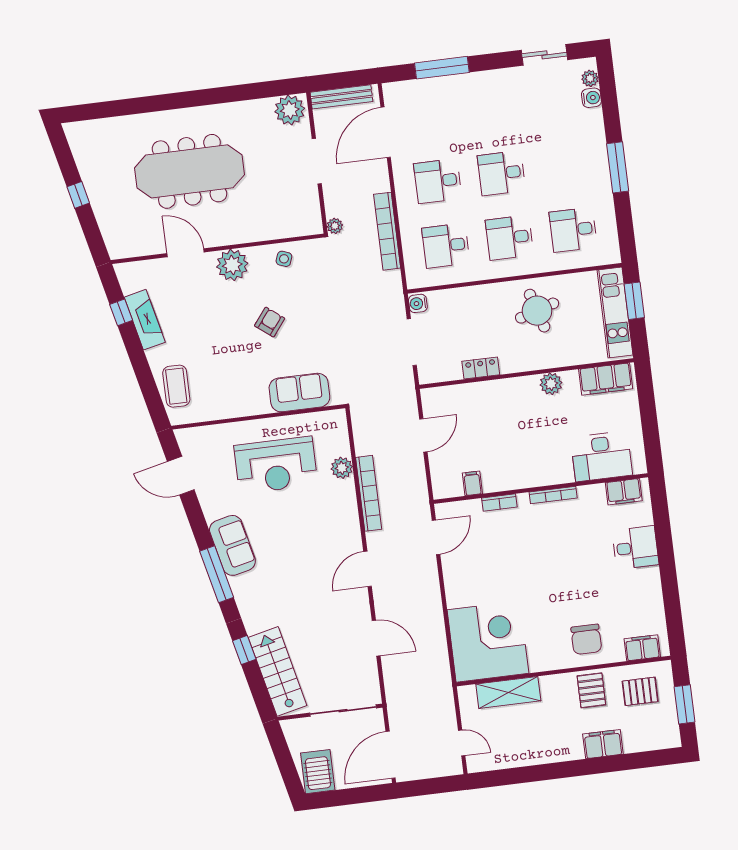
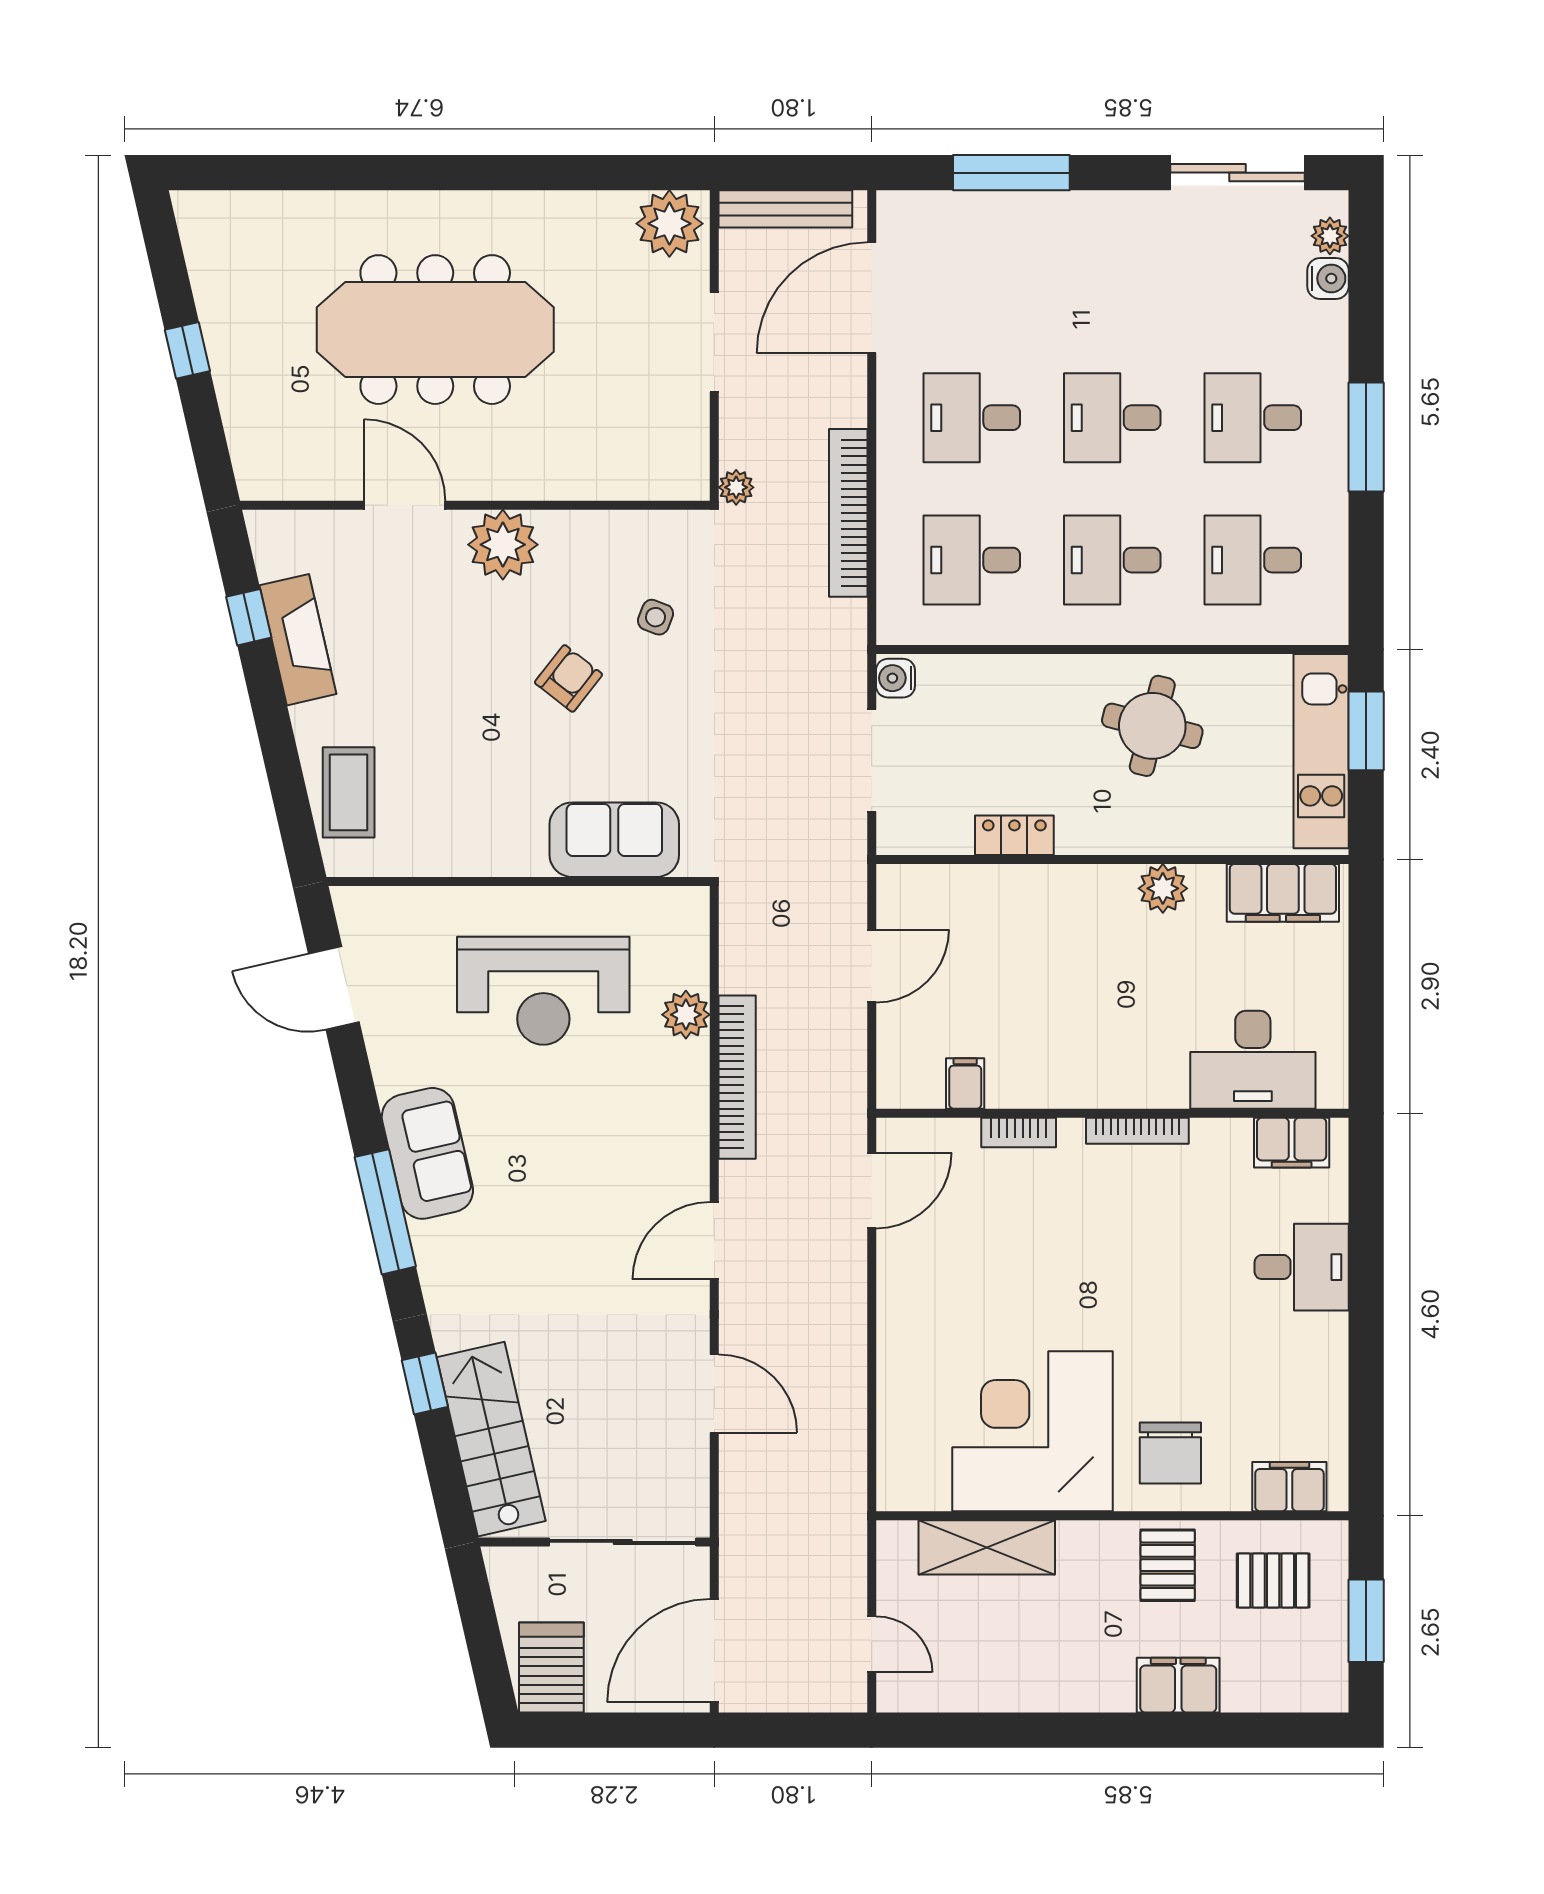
sliding door: (544, 55) -> (1237, 173), width x1.37
desk: (565, 165) -> (1253, 418), added
side table: (284, 259) -> (656, 617), moved
round table: (537, 311) -> (1152, 726), turned 31
corner desk: (488, 642) -> (1032, 1431), moved, turned -90

